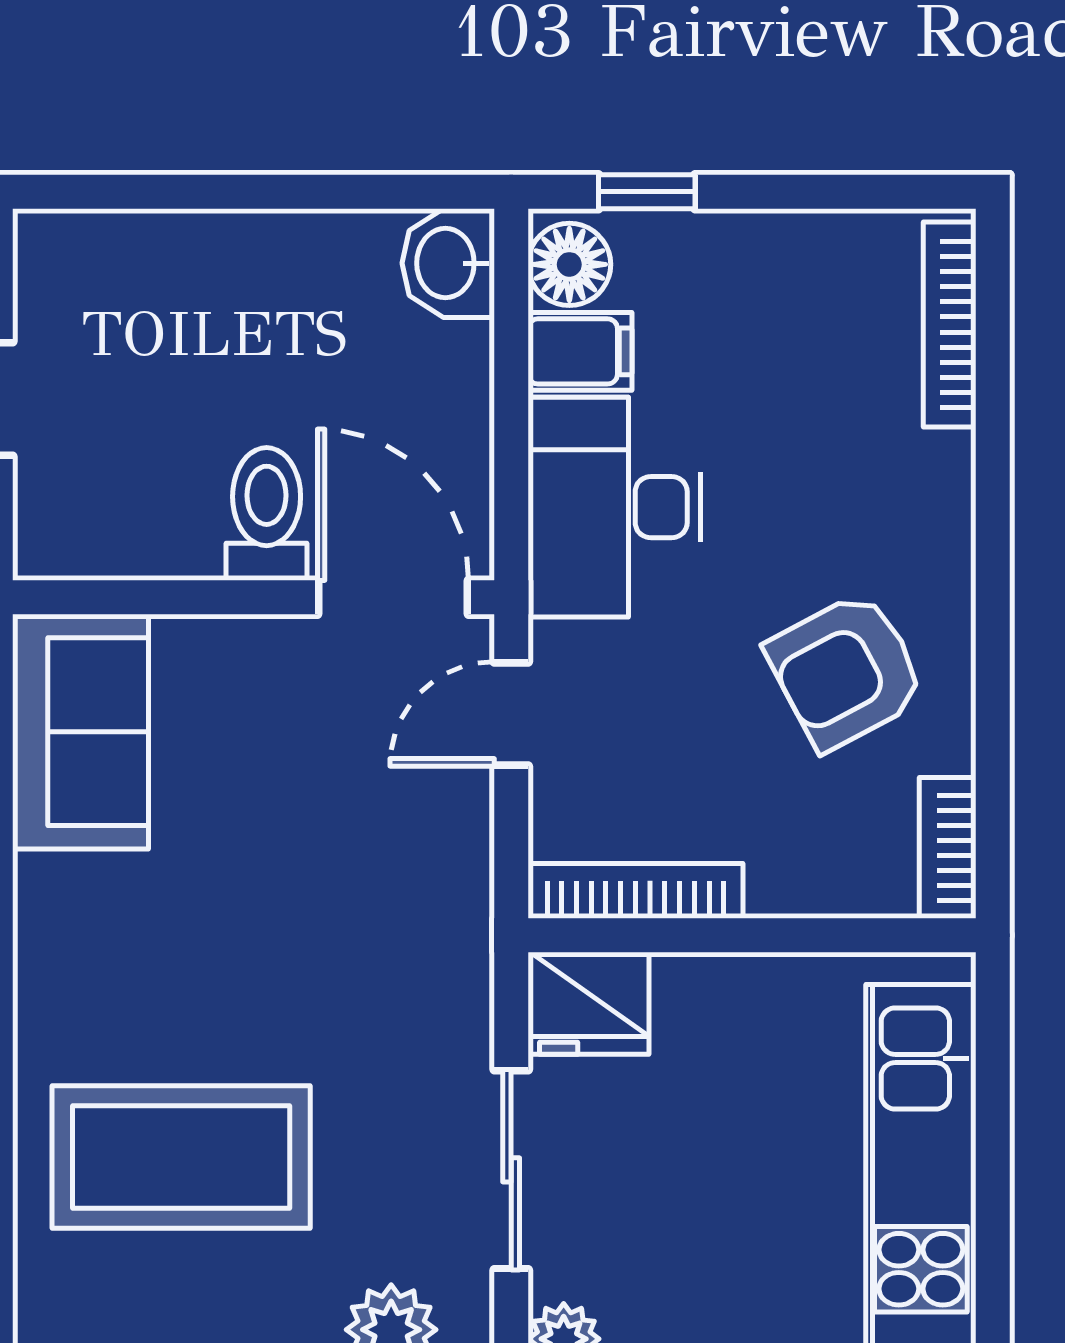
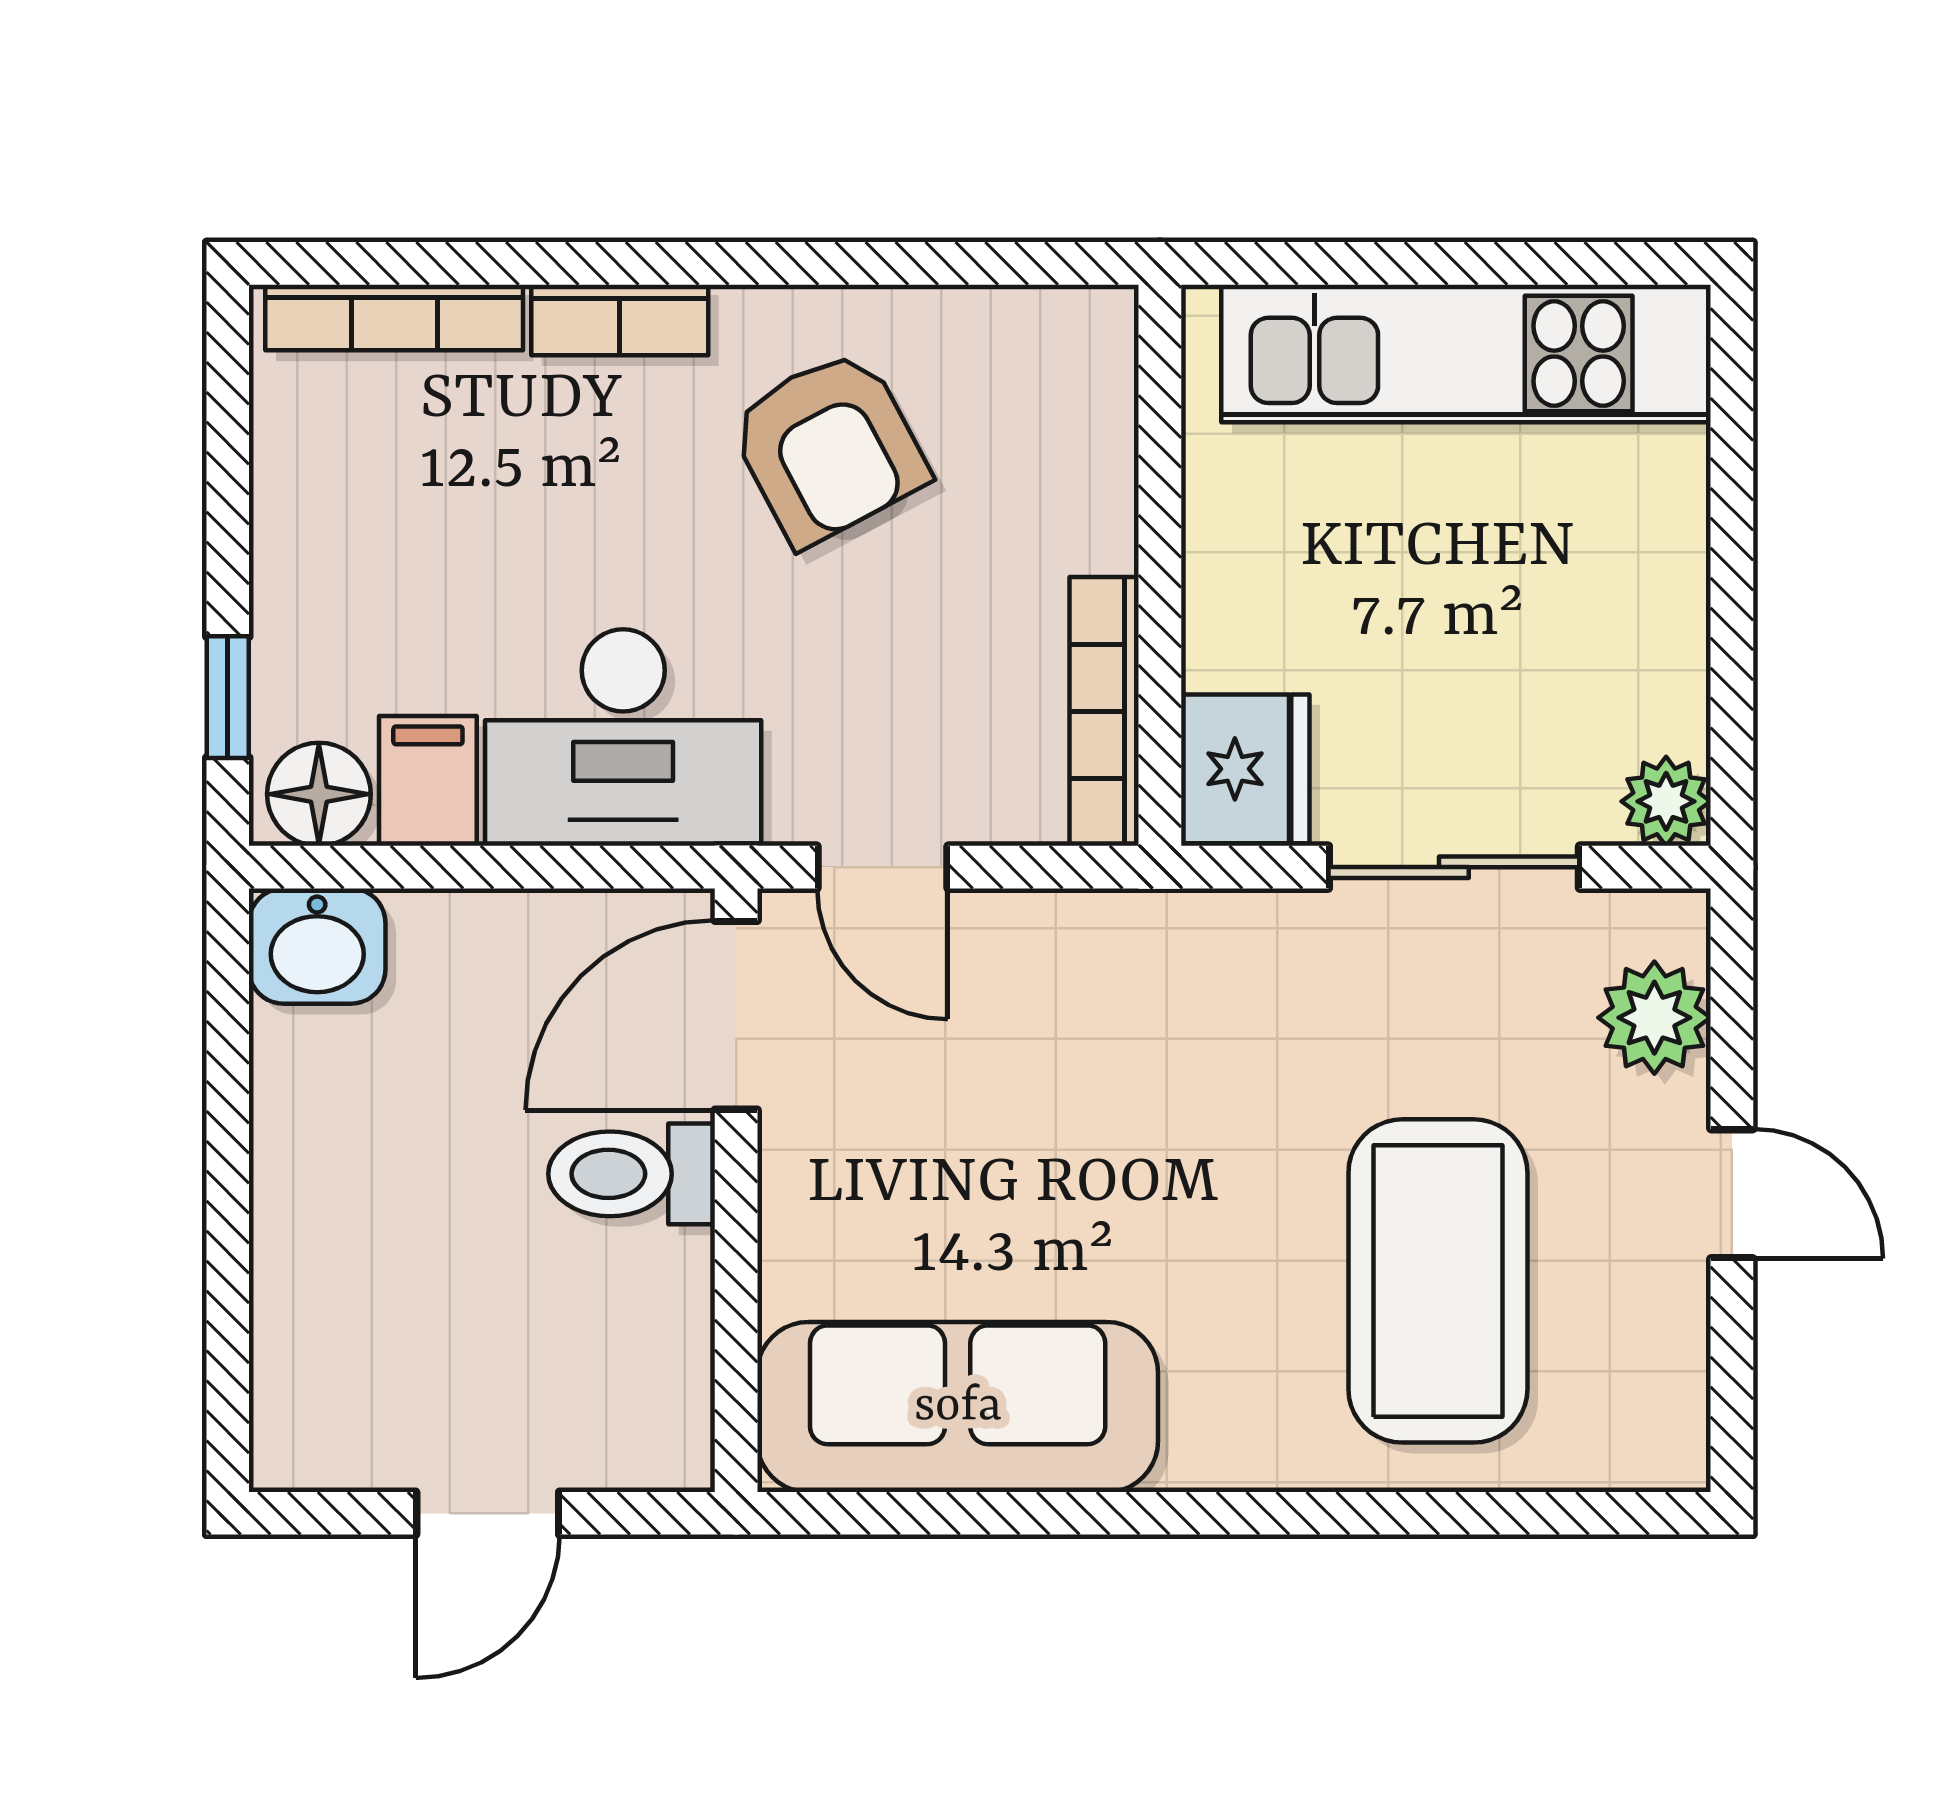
sofa: (81, 732) -> (958, 1407), width x1.36
bookcase: (948, 848) -> (620, 320), moved

